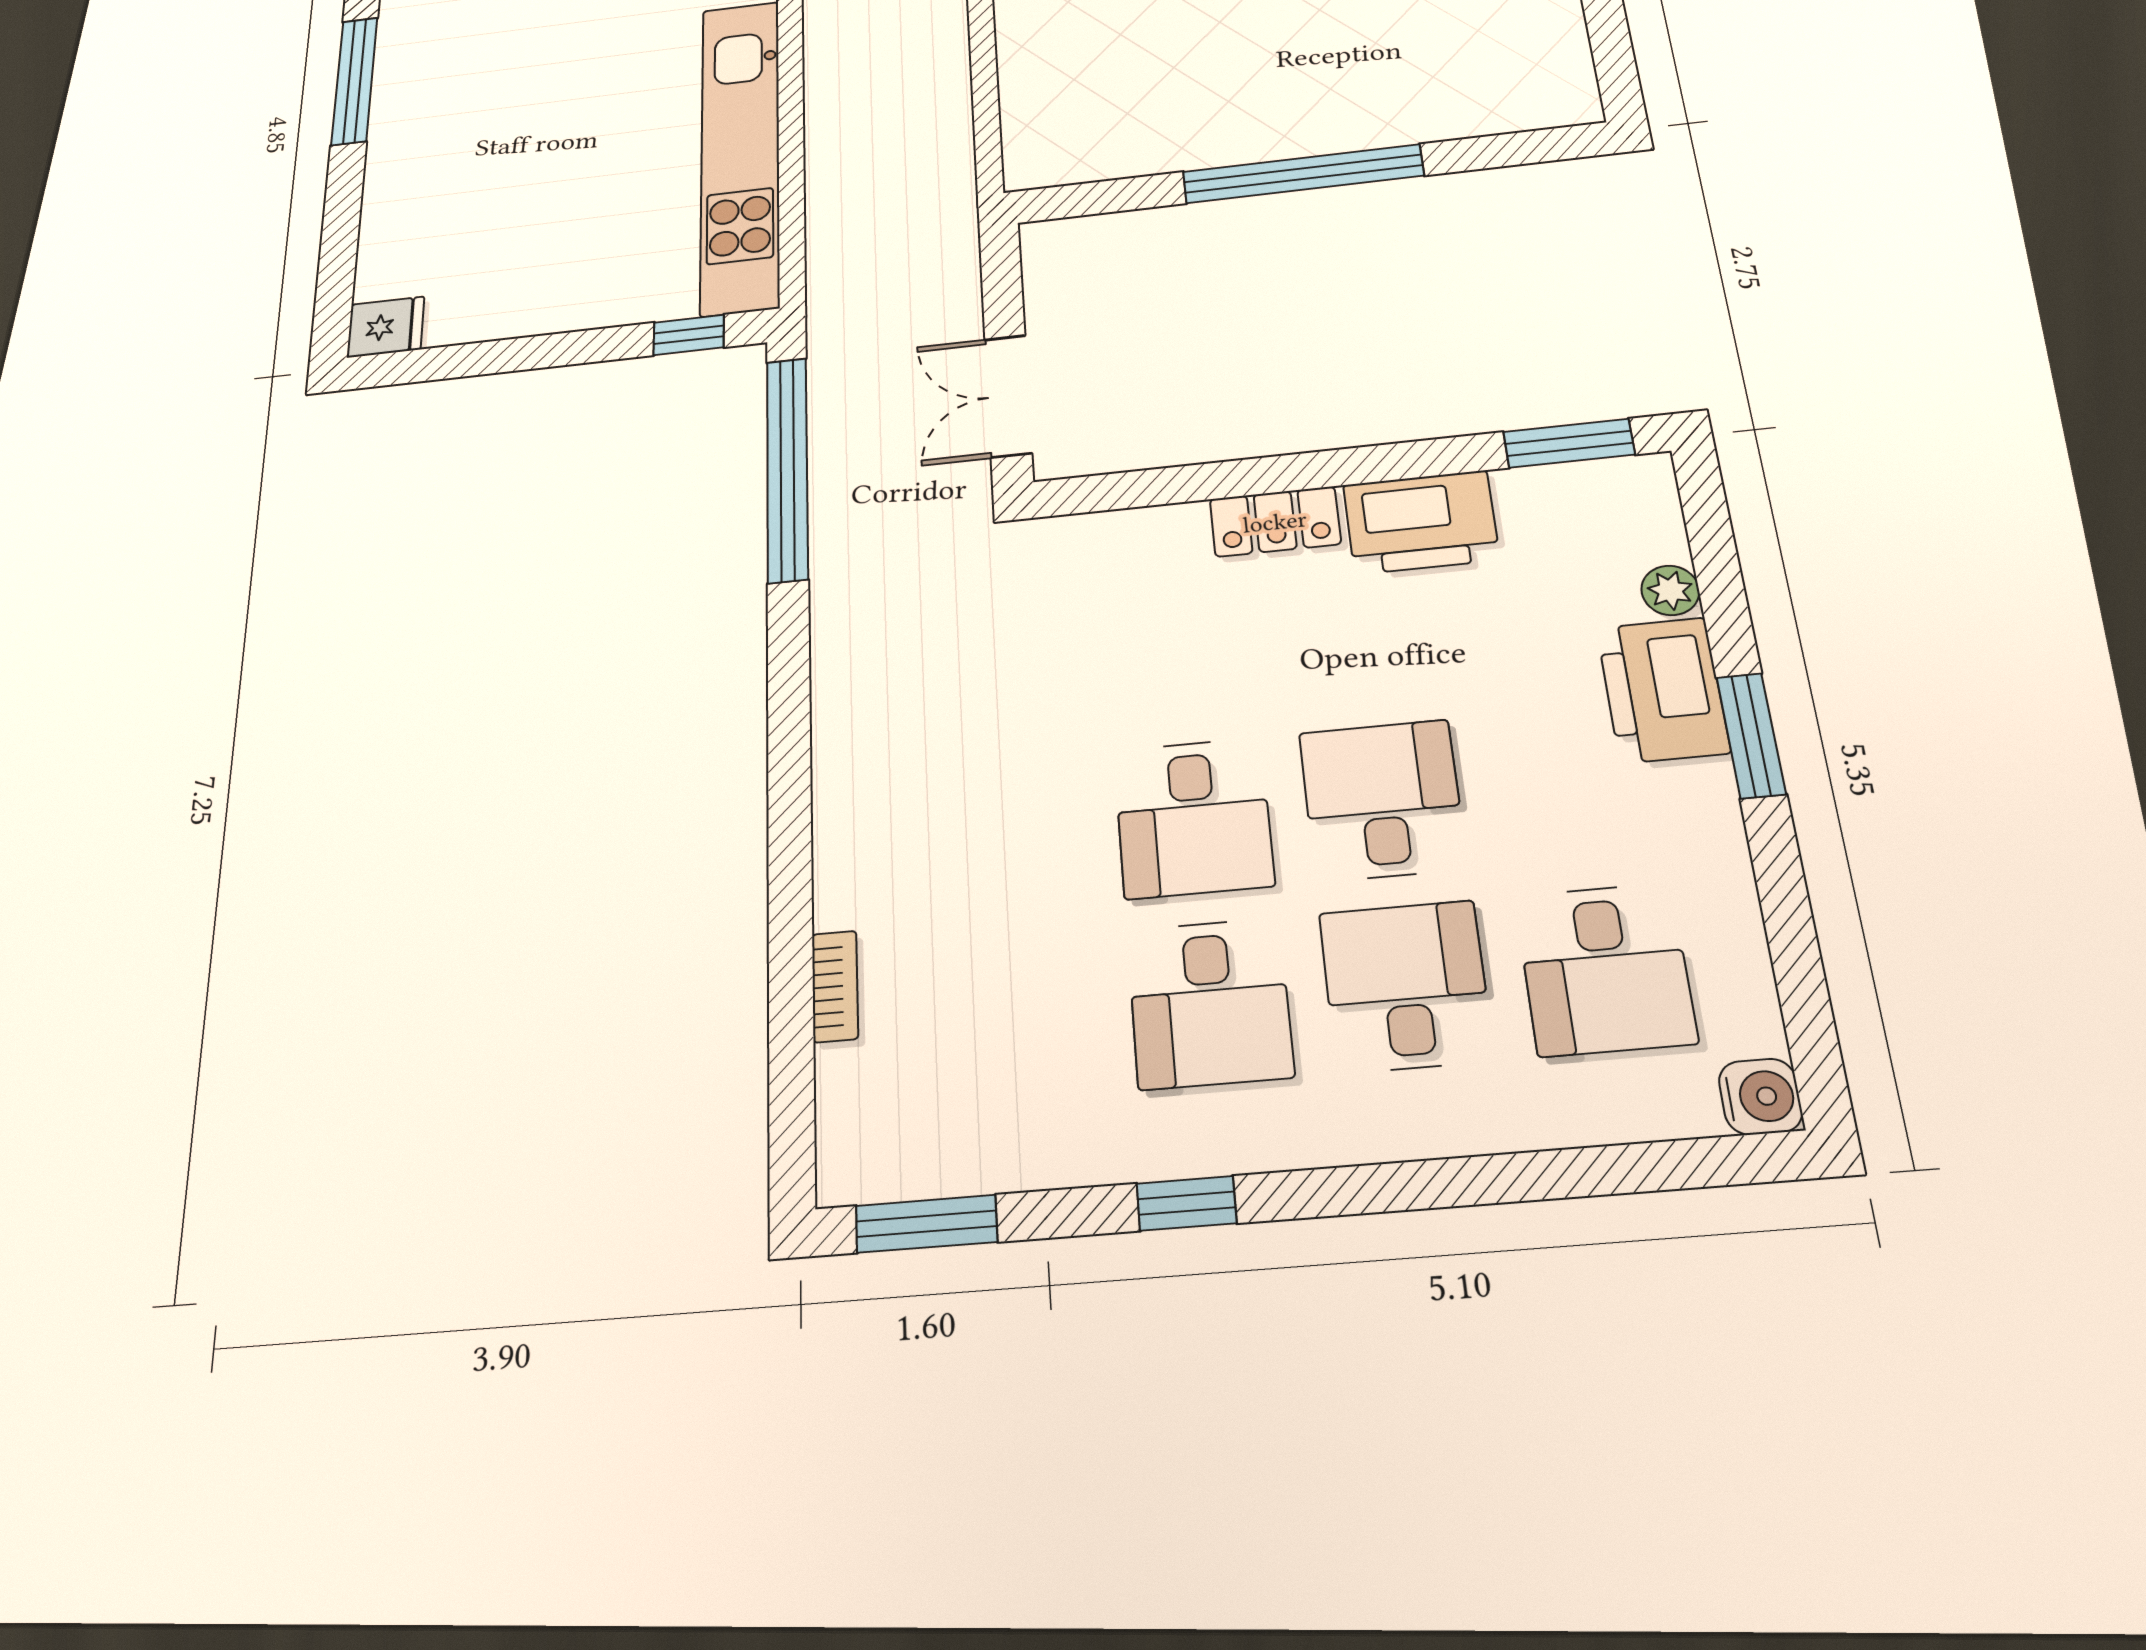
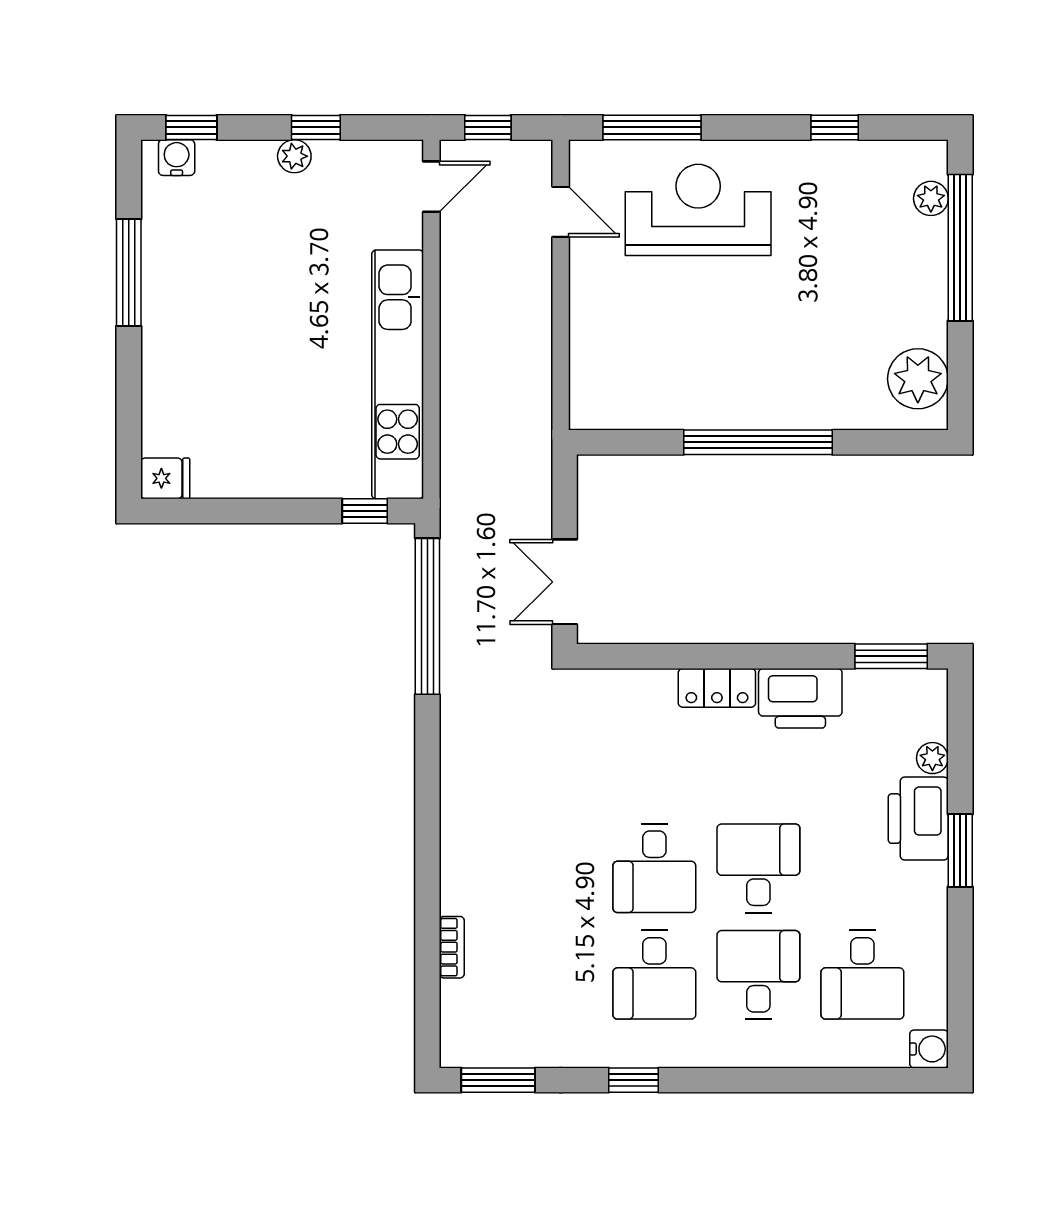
plant: (1545, 63) -> (918, 379), added

